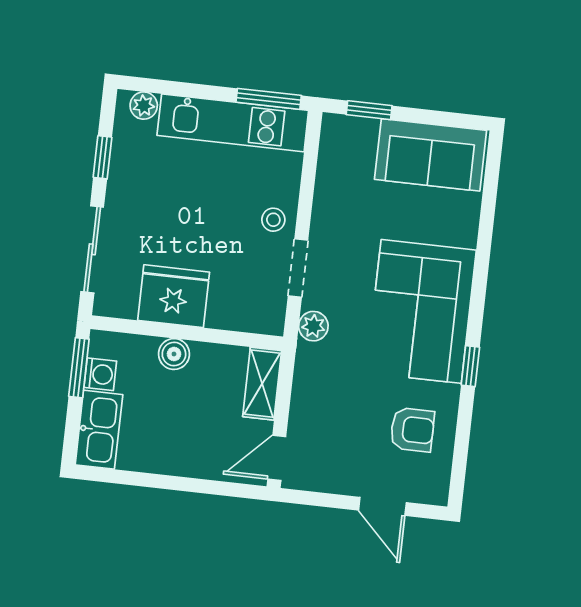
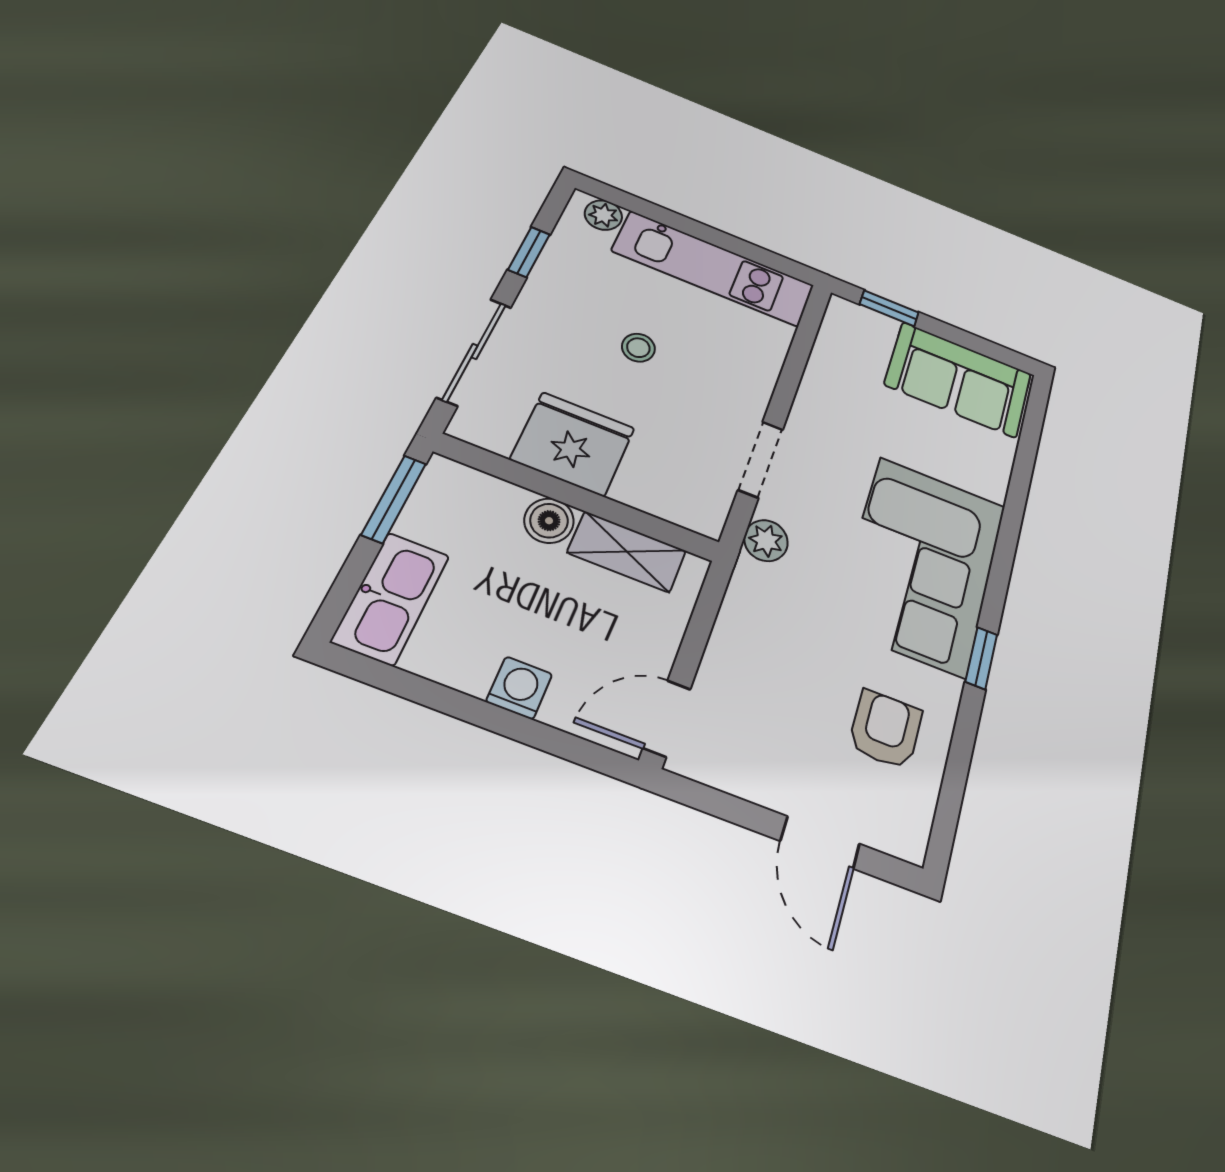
window: (269, 99) -> (766, 258), removed
stool: (273, 220) -> (638, 348), moved
washing machine: (100, 374) -> (519, 688), moved, turned -90
shelving: (262, 384) -> (627, 552), moved, turned 90
armchair: (412, 430) -> (885, 729), turned -90

